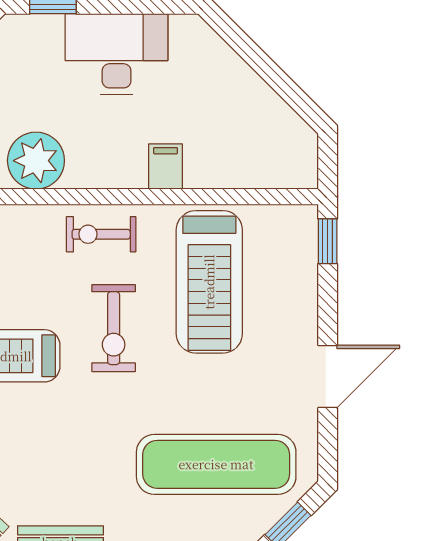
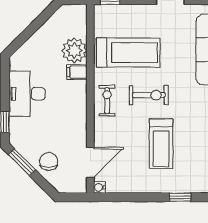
plant: (36, 161) -> (74, 51), moved
exercise bike: (101, 234) -> (107, 101), turned 180

